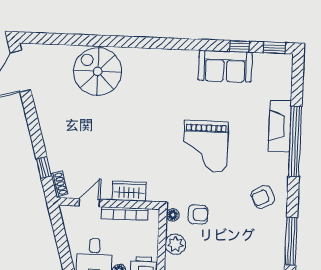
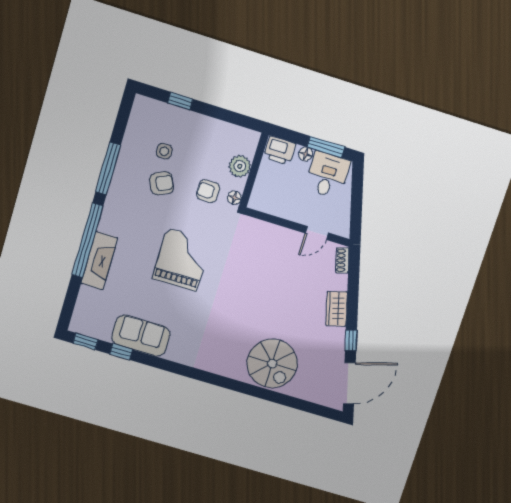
window: (44, 167) -> (351, 340), moved
wardrobe: (129, 191) -> (337, 309), moved, turned 74
armchair: (263, 197) -> (162, 183), moved
bookcase: (125, 214) -> (284, 212), removed
side table: (246, 240) -> (164, 151), added
window: (291, 241) -> (108, 168), moved

